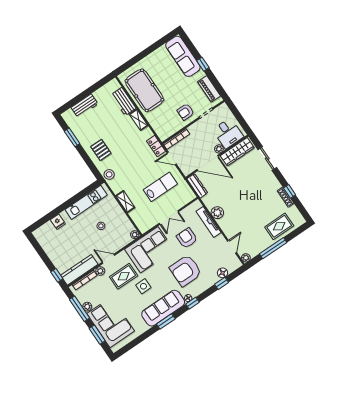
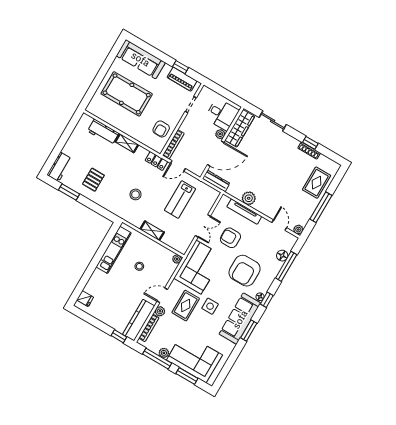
window: (203, 64) -> (181, 67), moved
pool table: (144, 90) -> (127, 94), moved
workbench: (85, 106) -> (59, 167), moved
armchair: (186, 112) -> (161, 129), moved
pallet: (101, 150) -> (93, 180), moved, turned 90
stool: (109, 174) -> (135, 194), moved
lab bench: (160, 187) -> (180, 200), turned 180
fridge: (58, 222) -> (85, 299), moved
window: (222, 283) -> (286, 266), width x2.17

